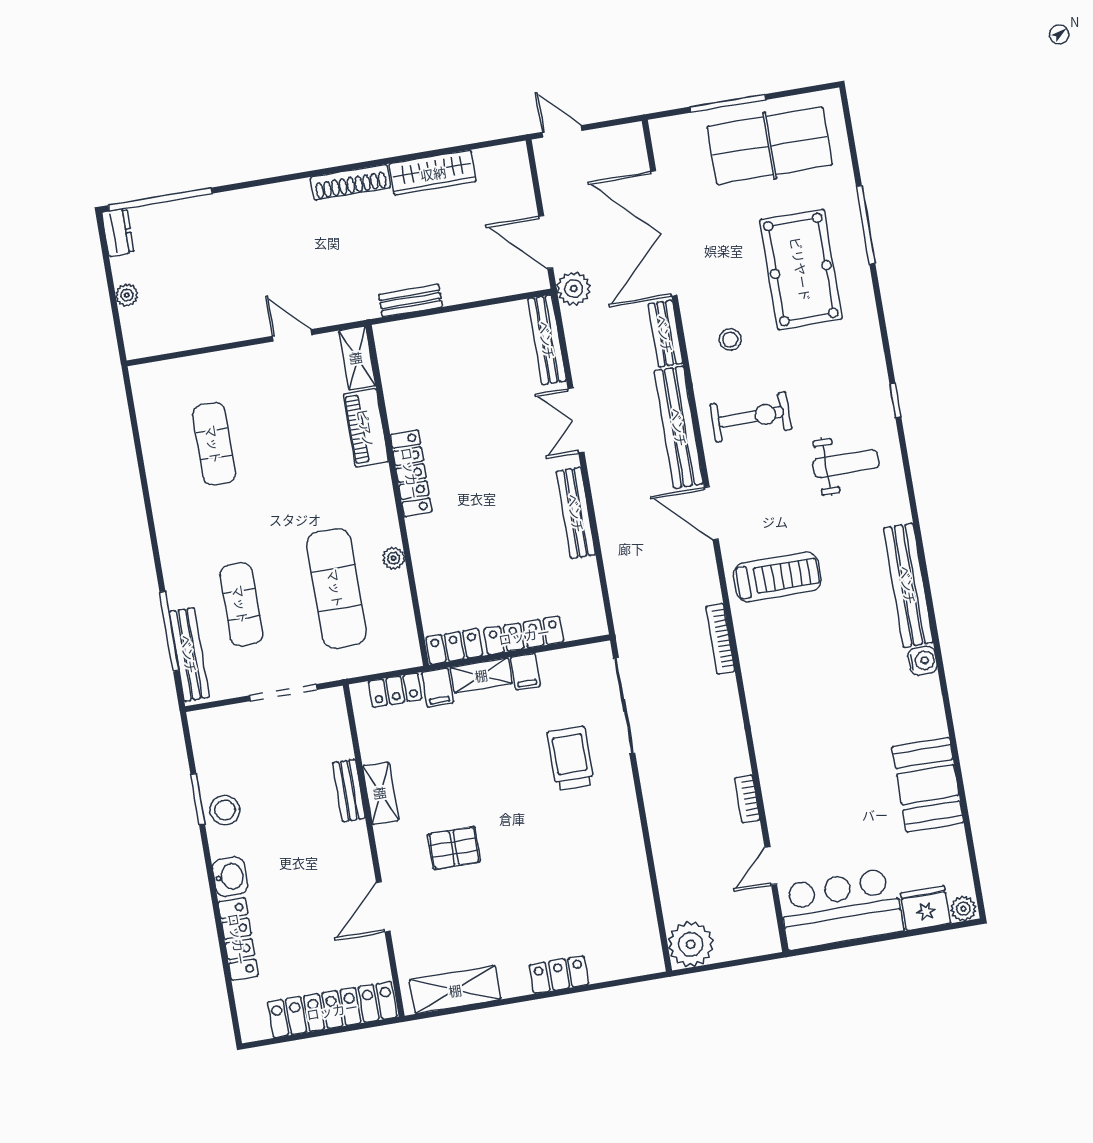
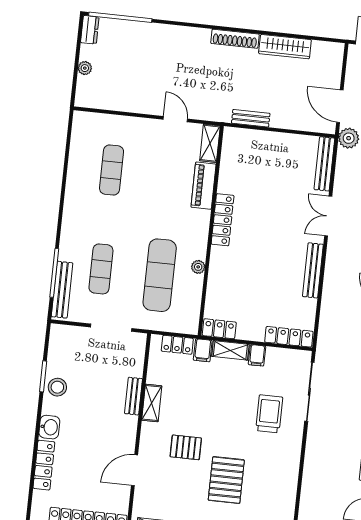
locker: (524, 635) -> (289, 337), moved
pallet: (532, 882) -> (226, 480), added

